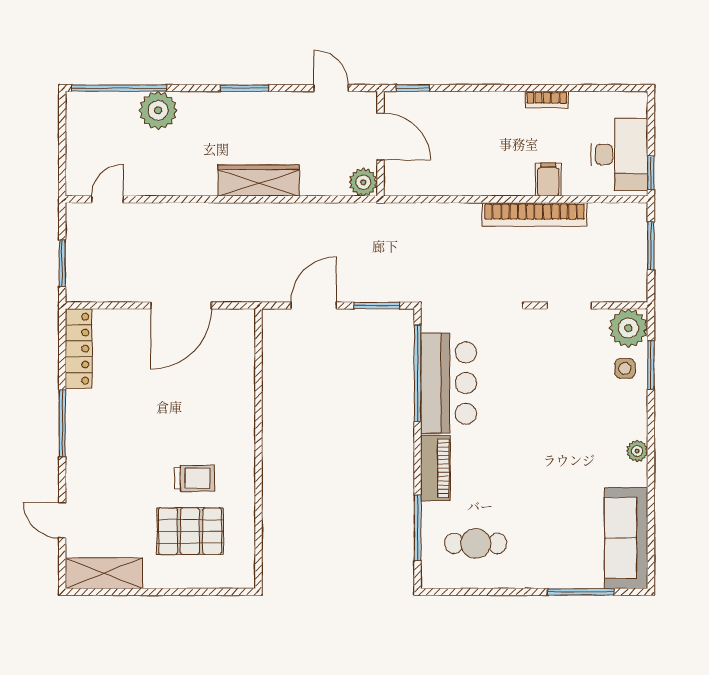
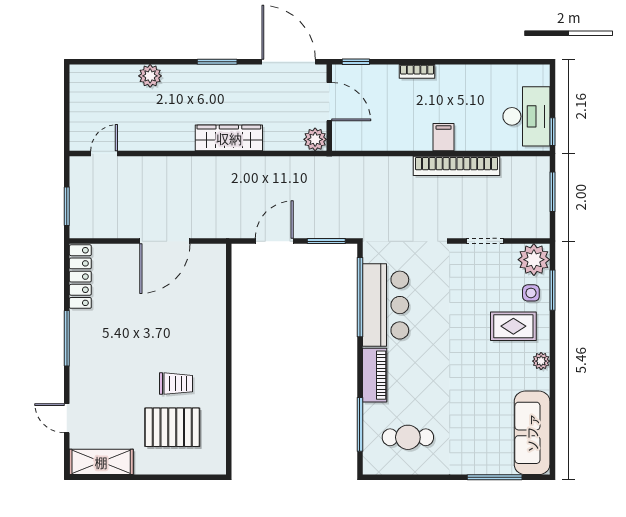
window: (119, 88) -> (114, 62), removed
door: (331, 88) -> (289, 62), width x1.88
bookcase: (547, 100) -> (417, 71), moved
plant: (158, 110) -> (150, 76), width x0.73, depth x0.73
filing cabinet: (548, 180) -> (444, 137), moved
rug: (604, 409) -> (513, 326), added

